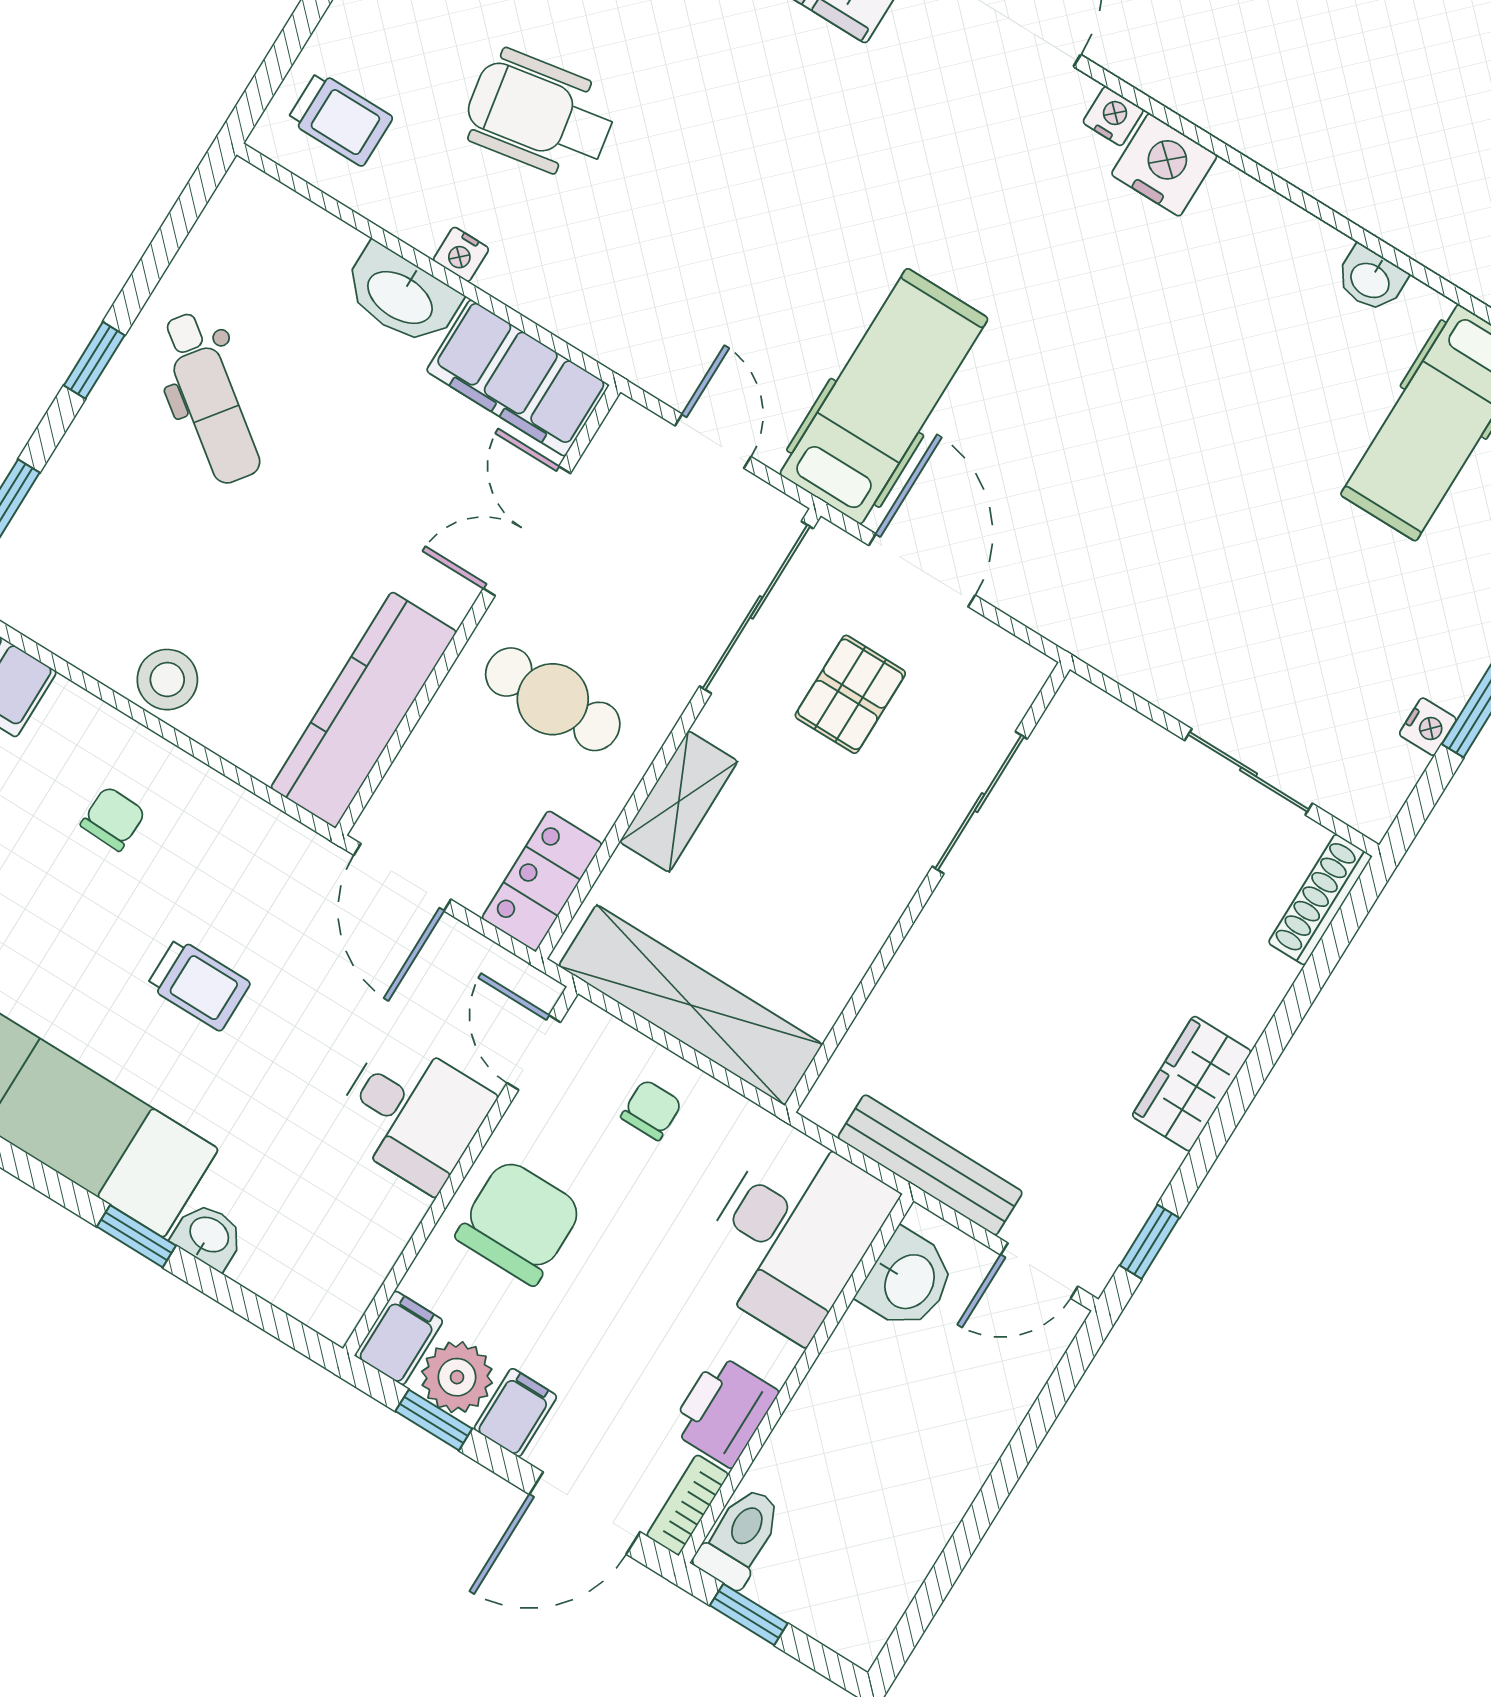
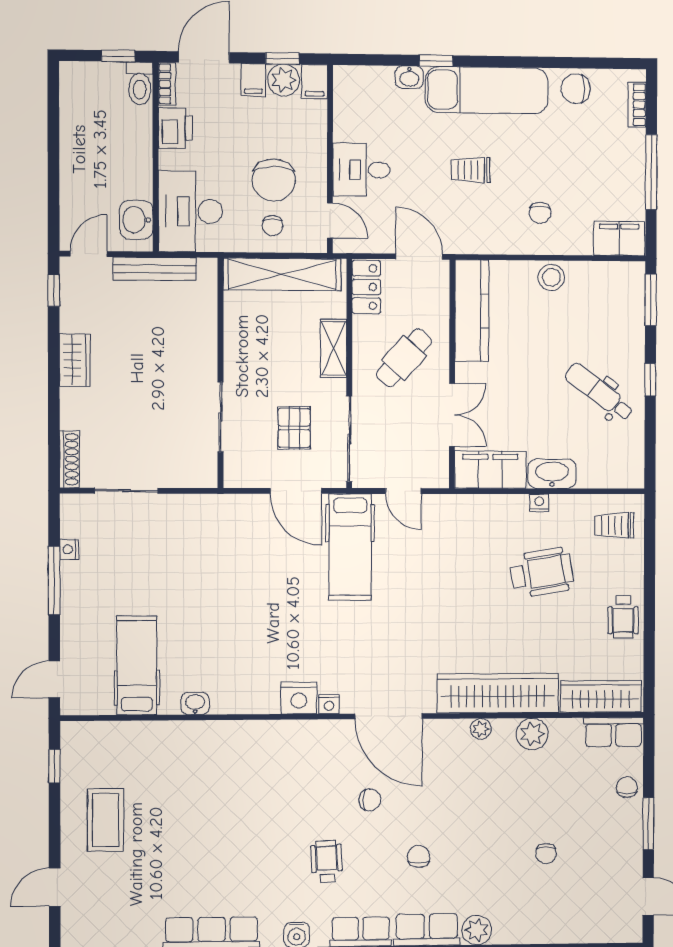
cafe table: (553, 699) -> (404, 358), turned -48
chair: (519, 1222) -> (274, 180), moved

